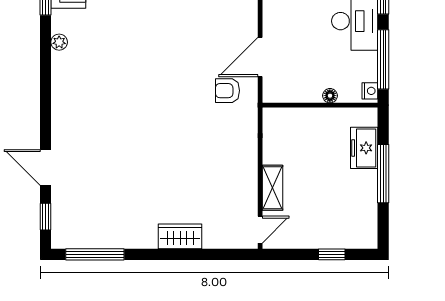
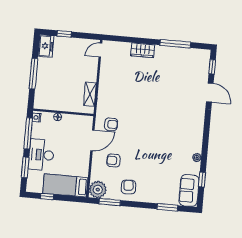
armchair: (217, 22) -> (113, 160), added
freezer: (364, 148) -> (46, 46), moved
shelving: (272, 188) -> (90, 94), moved
window: (95, 254) -> (175, 44), moved

